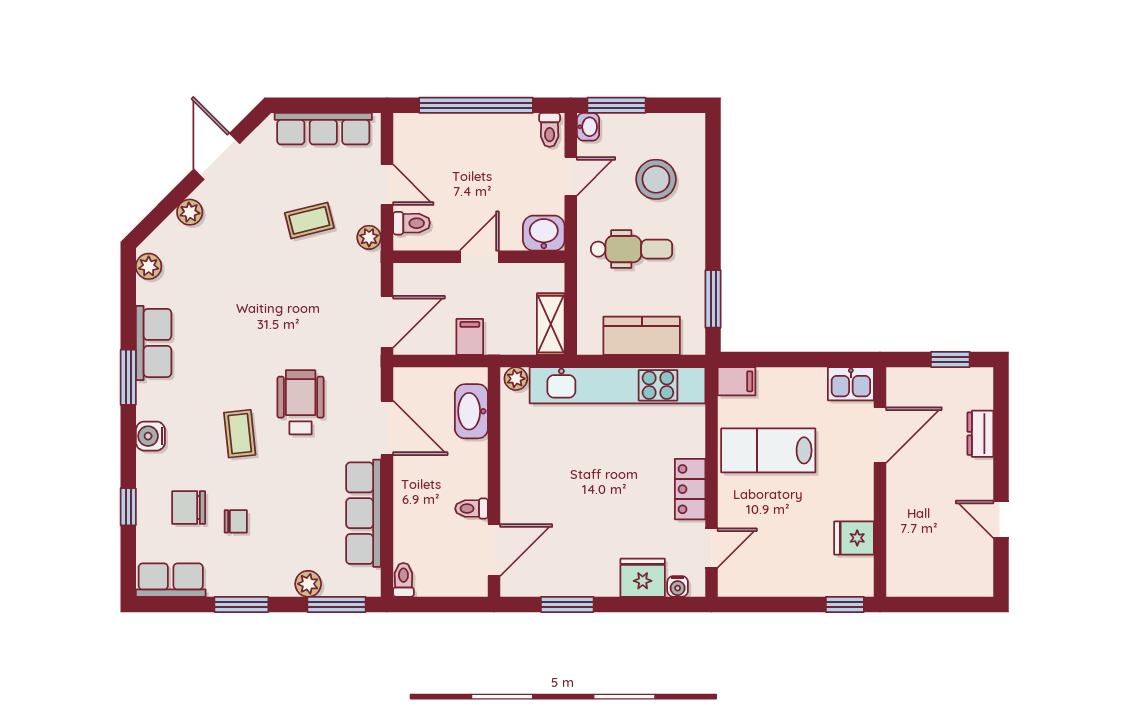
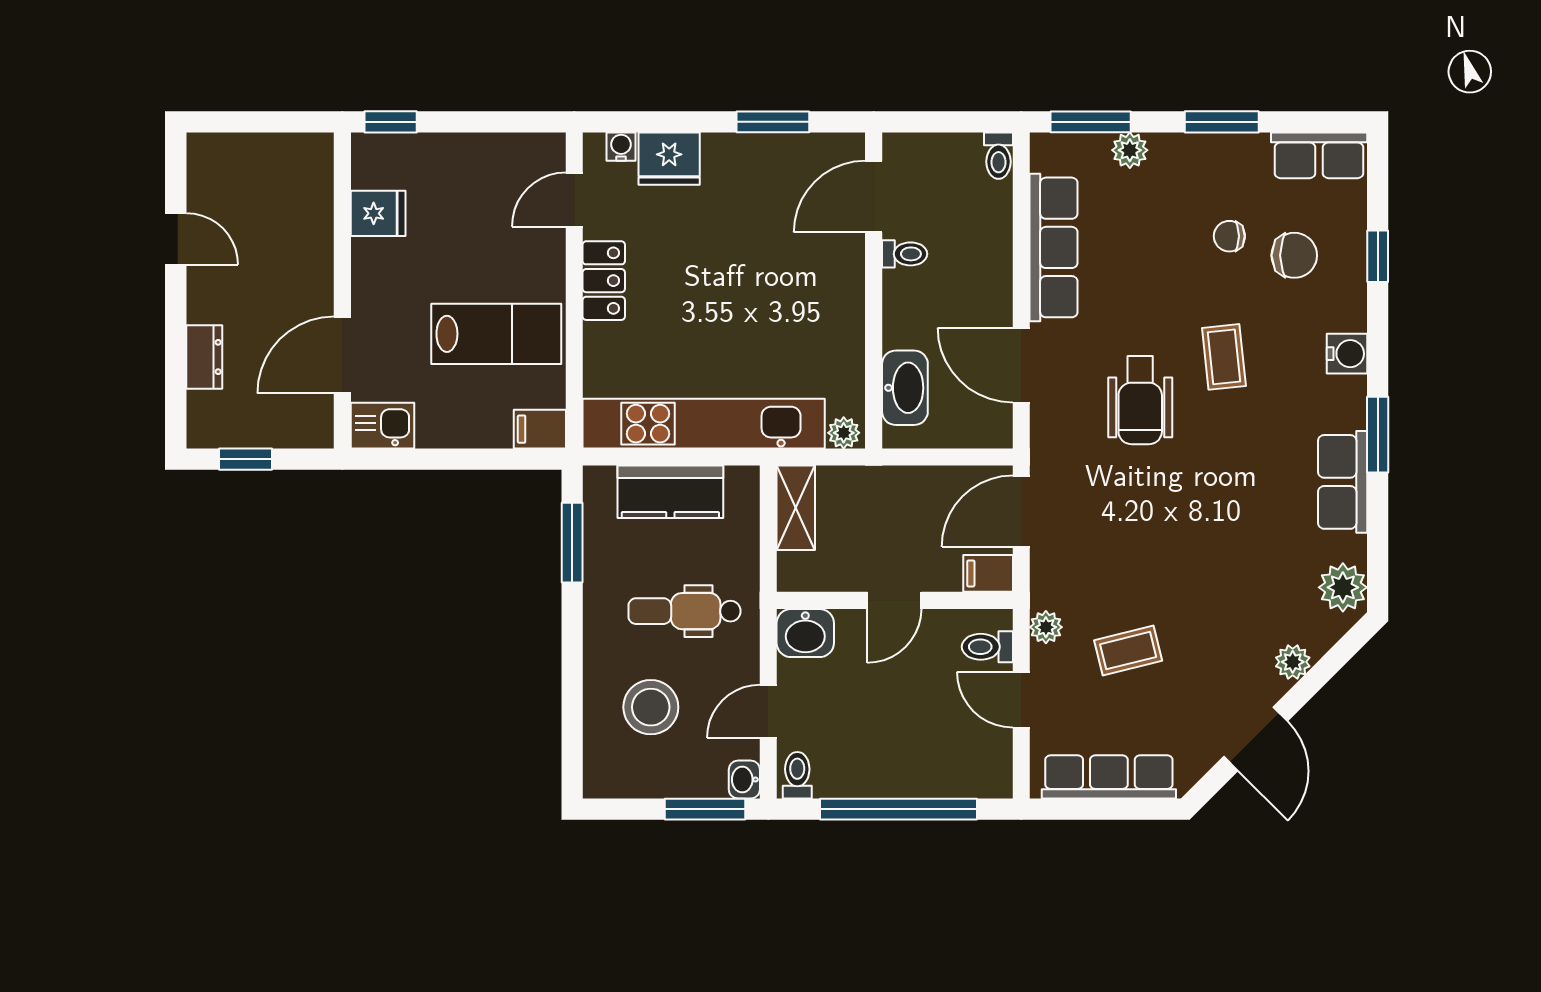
plant: (149, 266) -> (1343, 587), width x1.38, depth x1.38
filing cabinet: (470, 337) -> (988, 573), moved, turned 90

